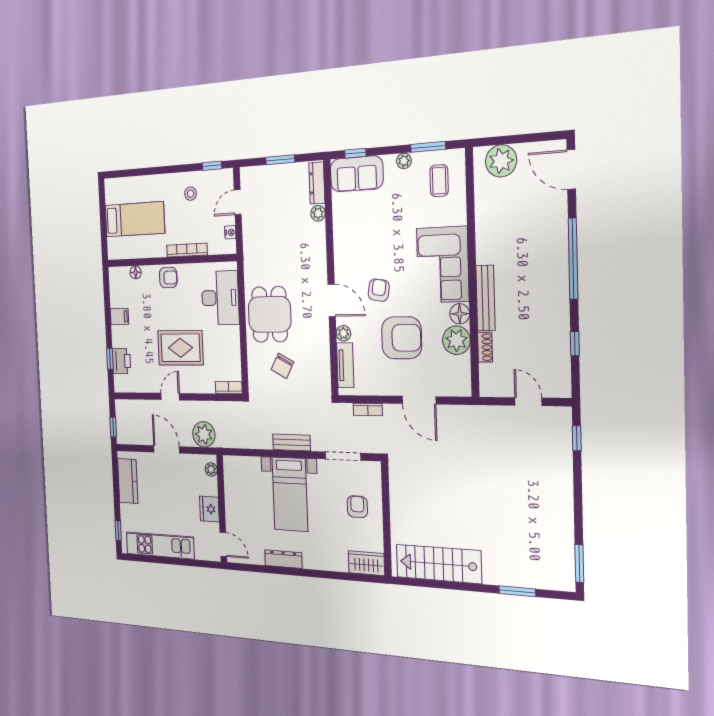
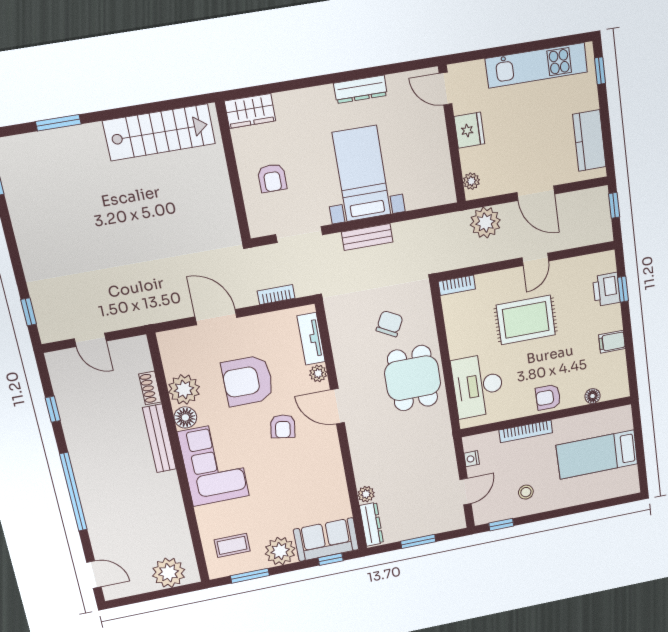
plant: (404, 161) -> (280, 551), width x1.88, depth x1.88
door: (571, 169) -> (94, 575), width x0.73
coffee table: (439, 181) -> (232, 545), turned 90

